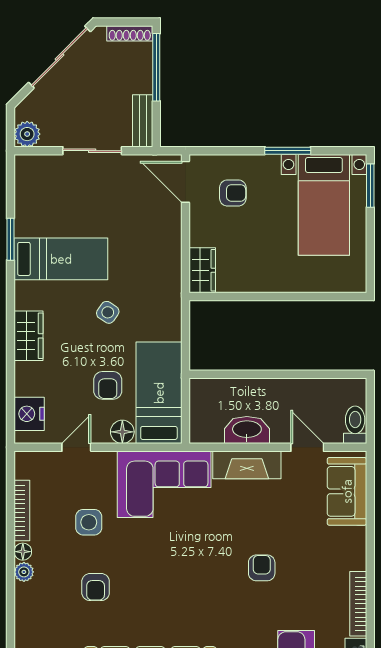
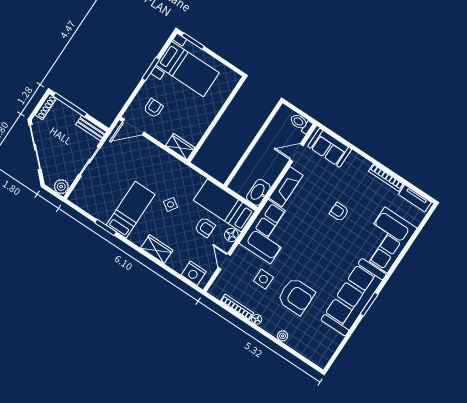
washbasin: (247, 430) -> (258, 192), moved
plant: (24, 572) -> (283, 336), moved
armchair: (96, 587) -> (296, 296), width x1.88, depth x1.88

